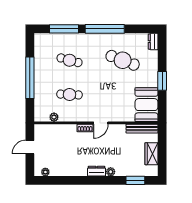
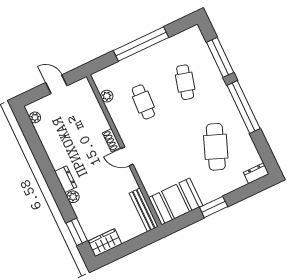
wardrobe: (151, 154) -> (105, 243), moved

